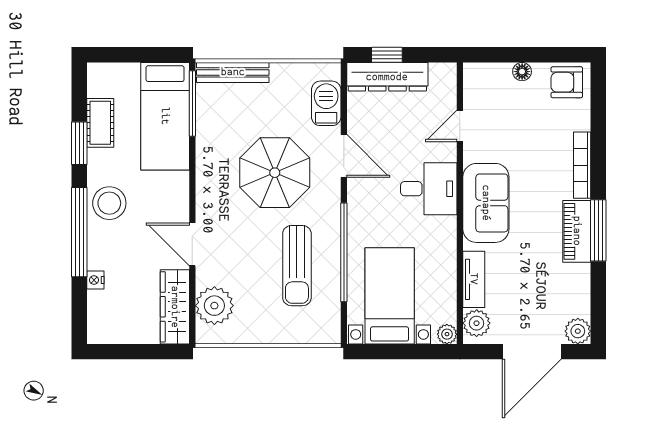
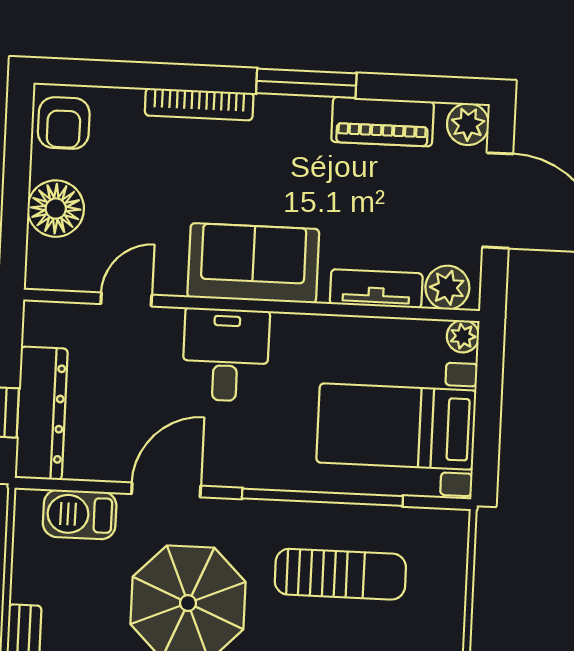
floor lamp: (522, 72) -> (56, 209), width x1.89, depth x1.89
door: (460, 126) -> (126, 299), swing flipped
piano: (577, 231) -> (383, 122), moved

